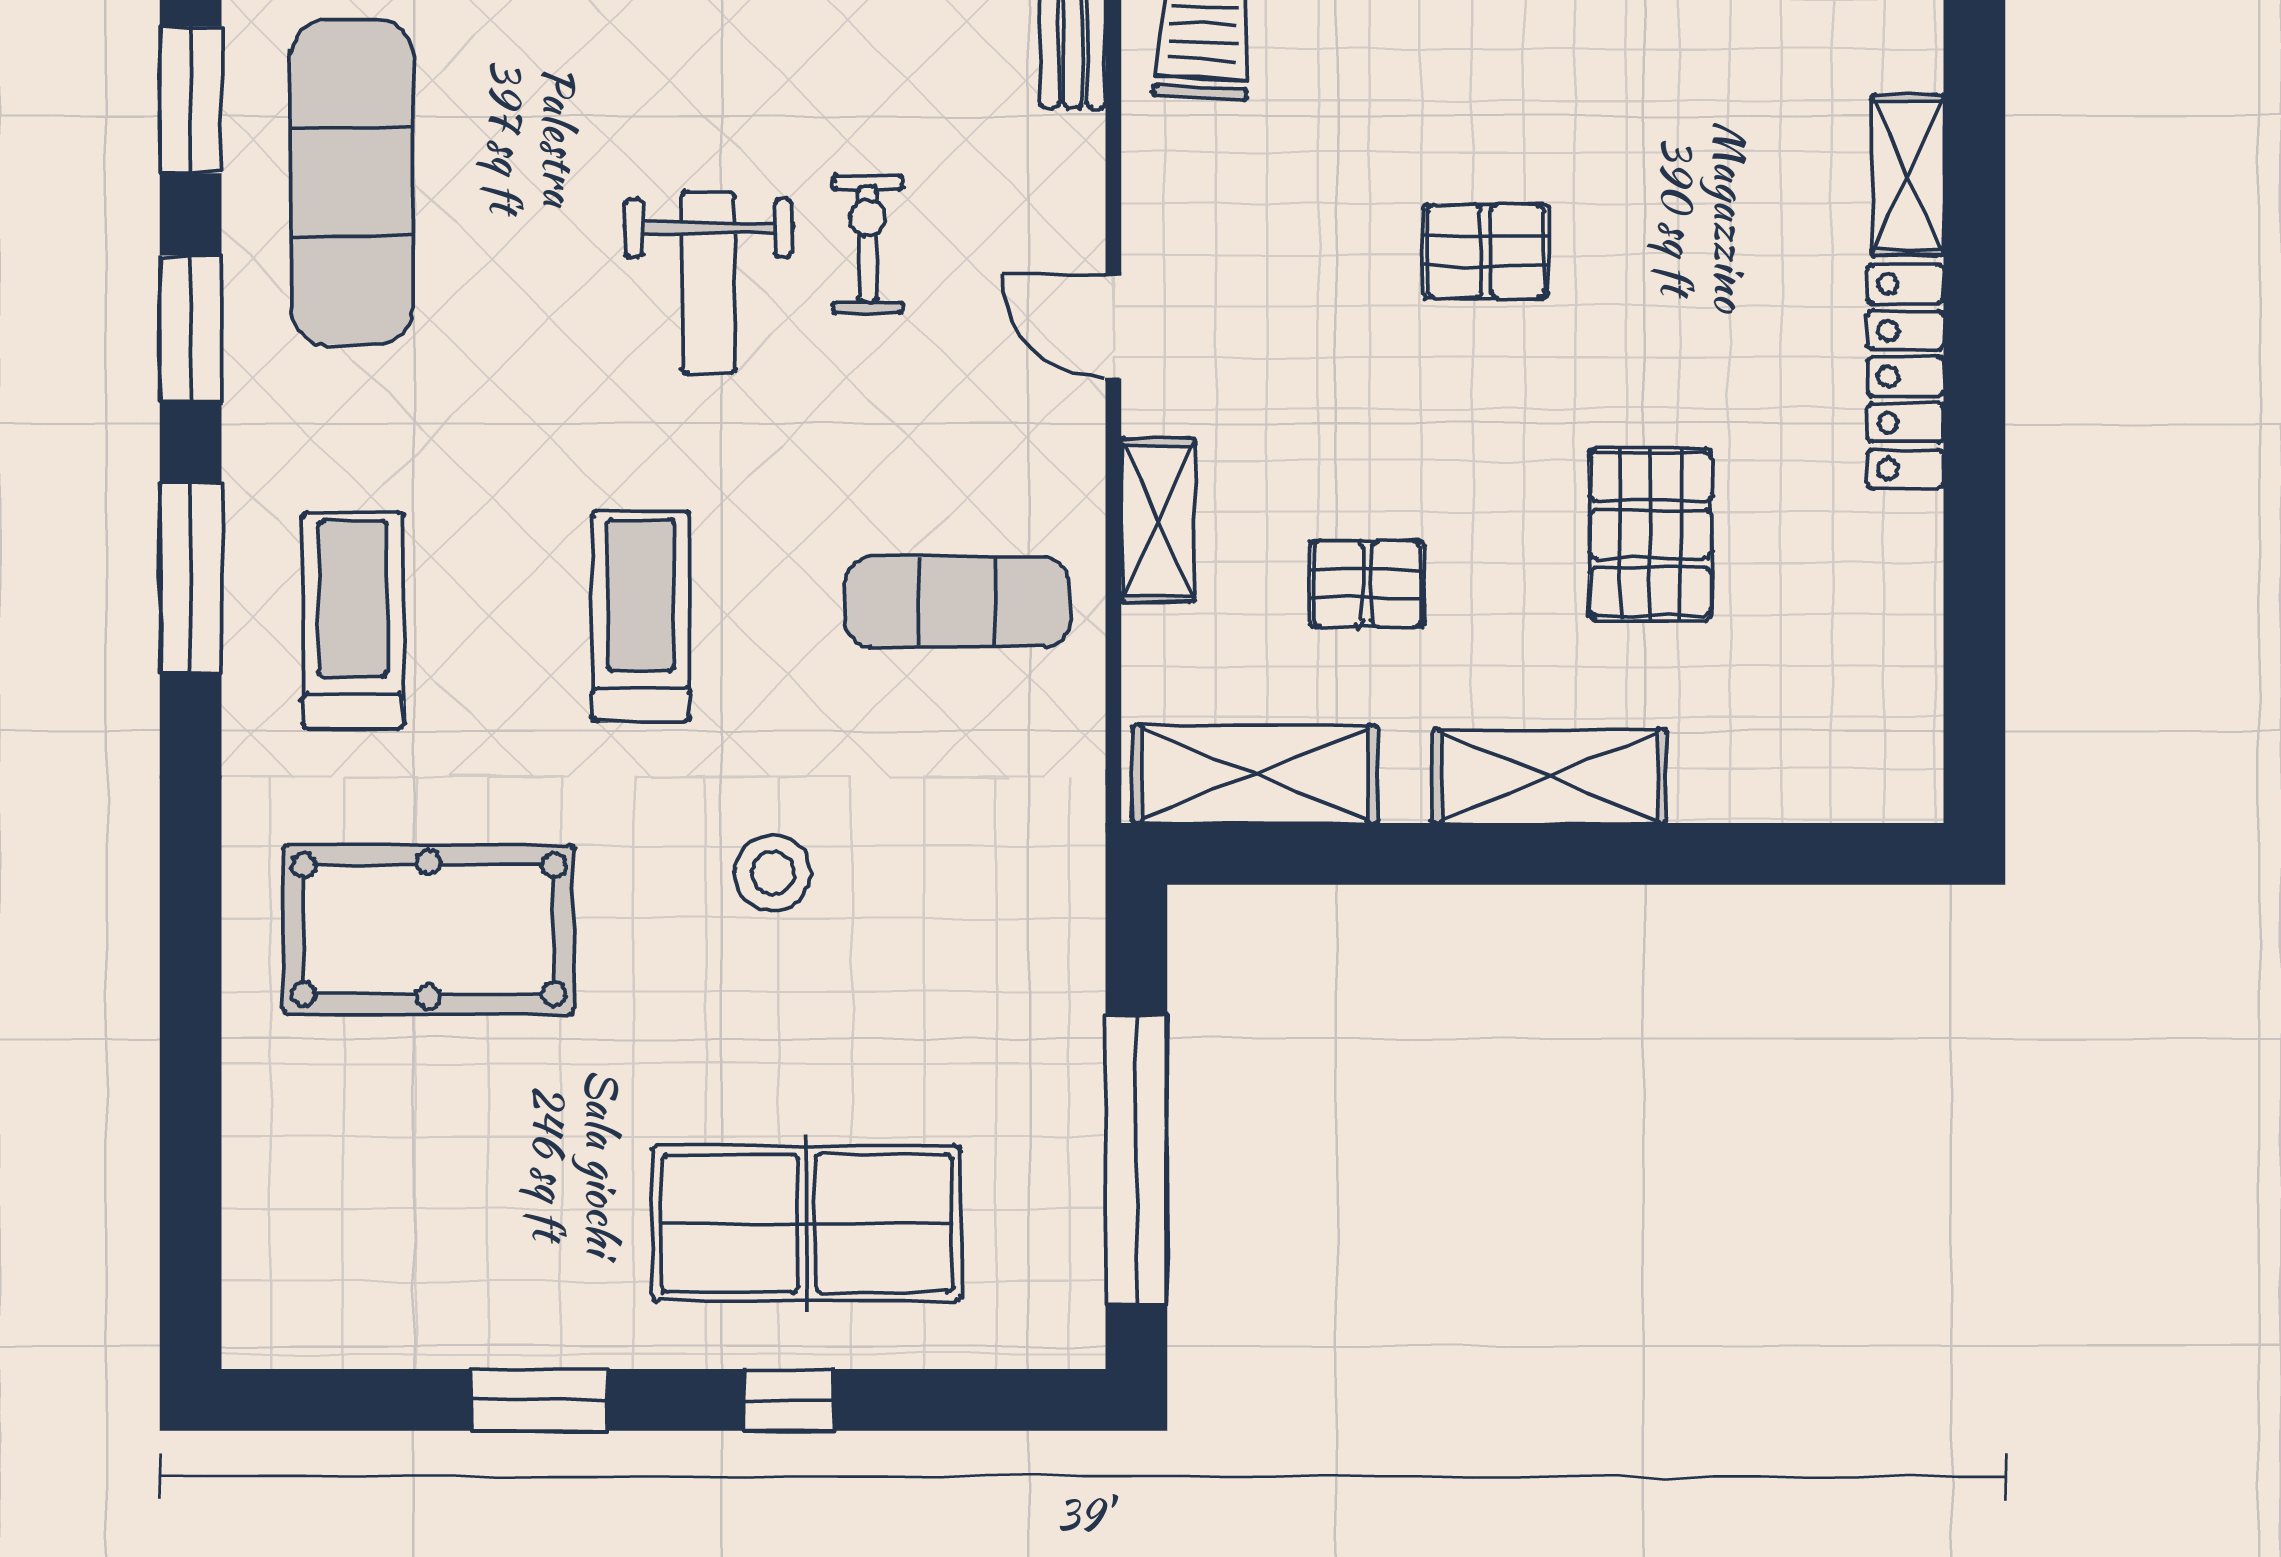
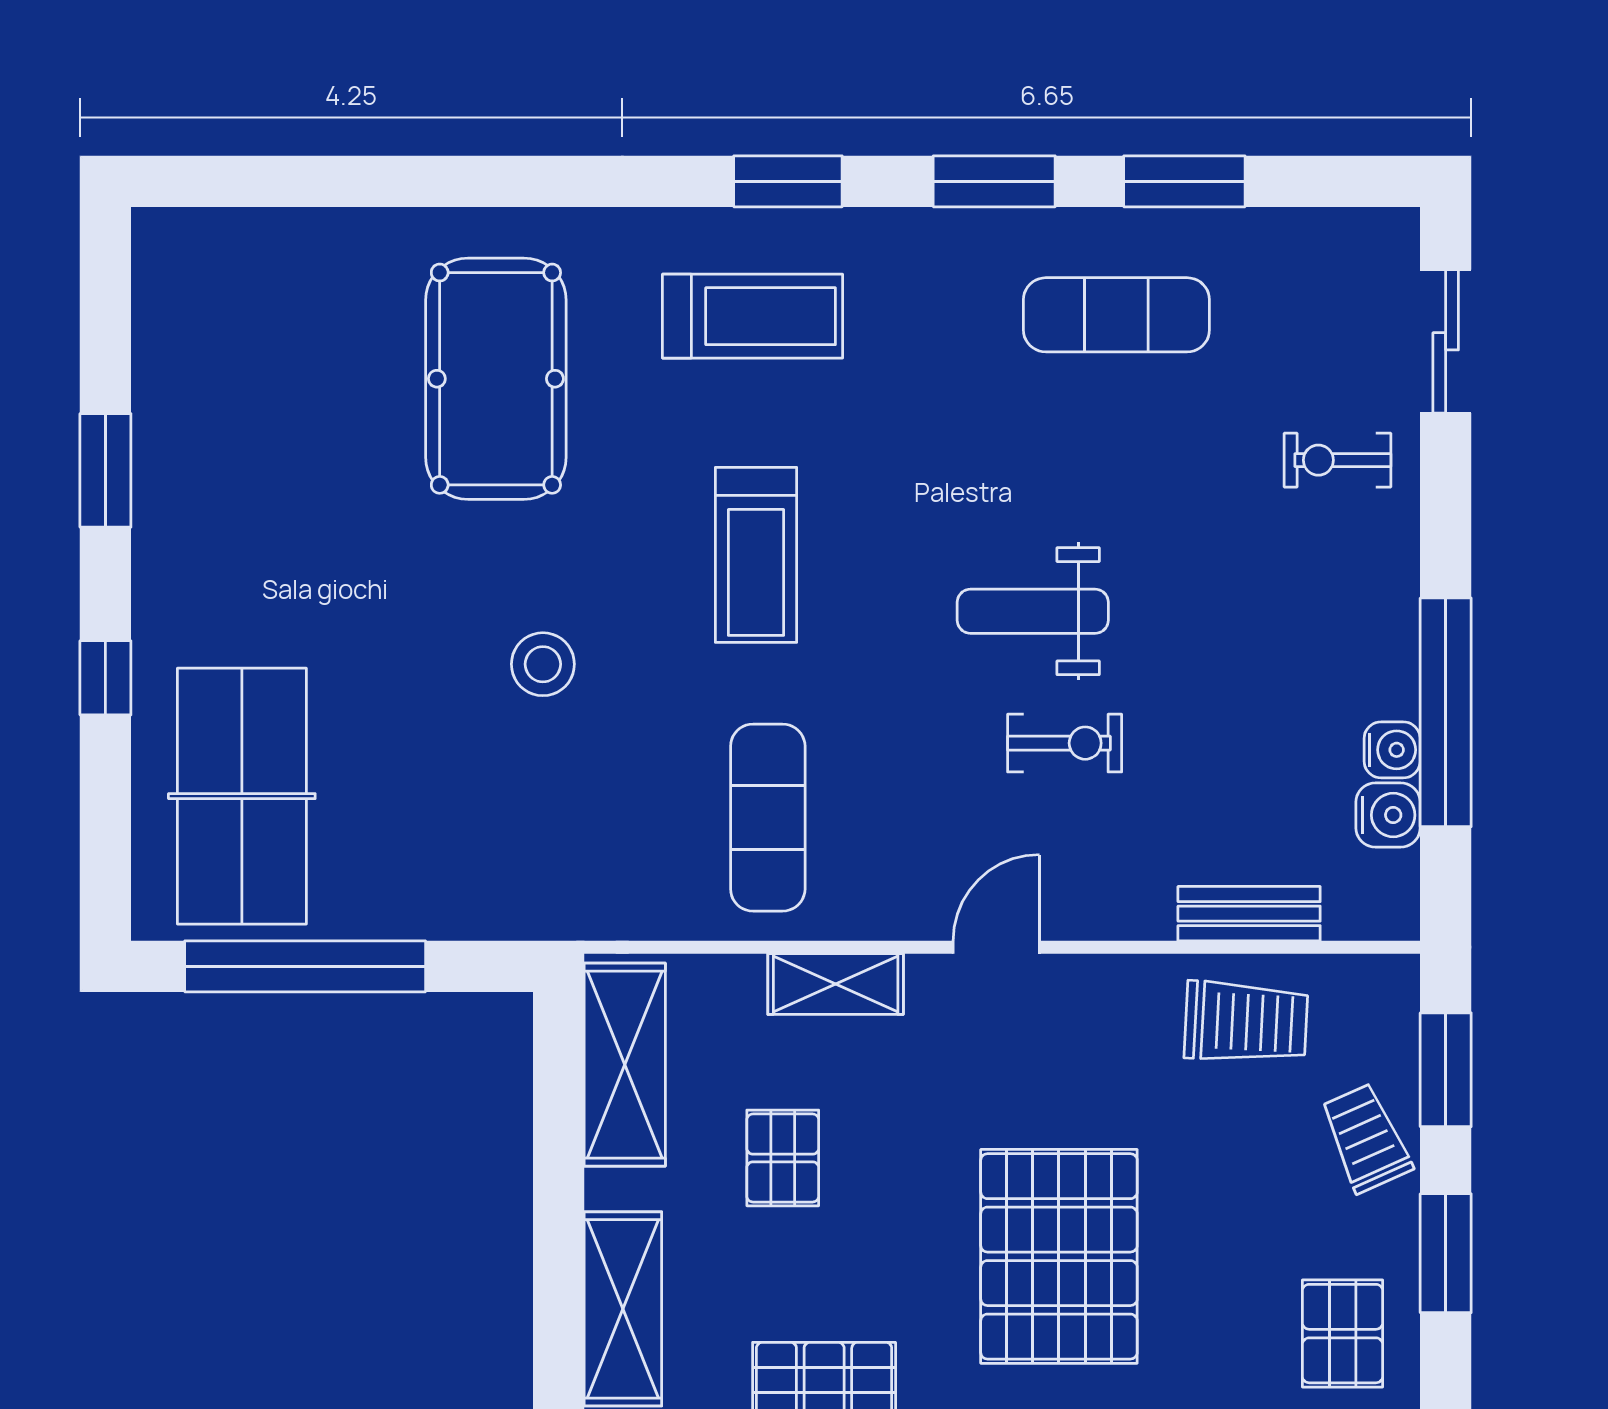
exercise mat: (352, 182) -> (1116, 315), width x0.73, depth x0.69
pallet: (1486, 251) -> (1059, 1256), width x2.05, depth x2.00
window: (191, 578) -> (788, 181), width x0.69
treadmill: (641, 616) -> (756, 555), turned 90
table tennis table: (807, 1223) -> (242, 796), moved

